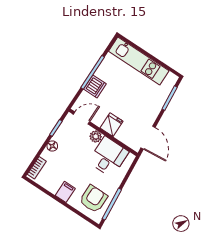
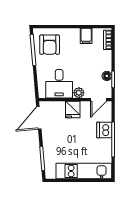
door: (148, 138) -> (39, 118), hinge flipped
floor lamp: (52, 146) -> (107, 76), moved
filing cabinet: (65, 192) -> (86, 36), moved

